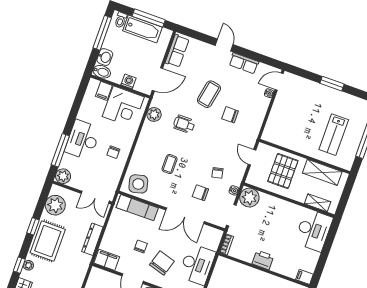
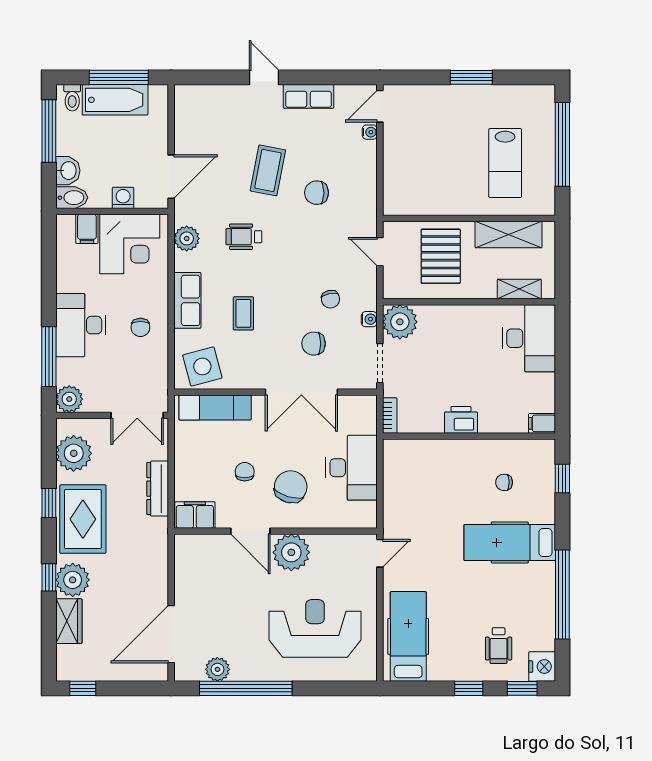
row of seats: (177, 51) -> (187, 300), moved
plant: (28, 265) -> (73, 580), width x1.88, depth x1.88

